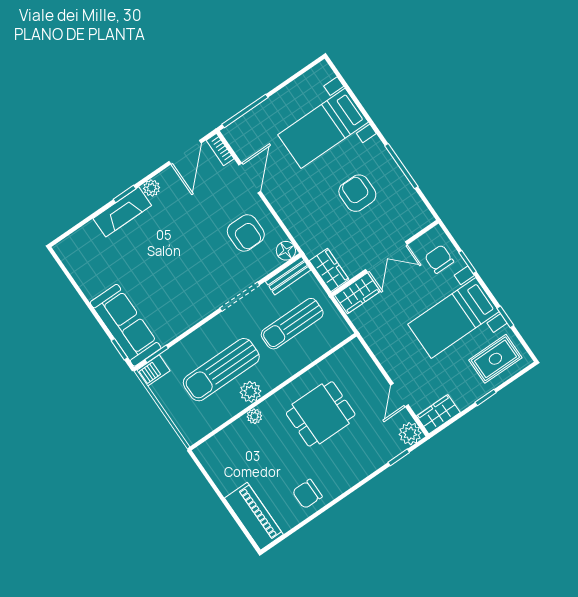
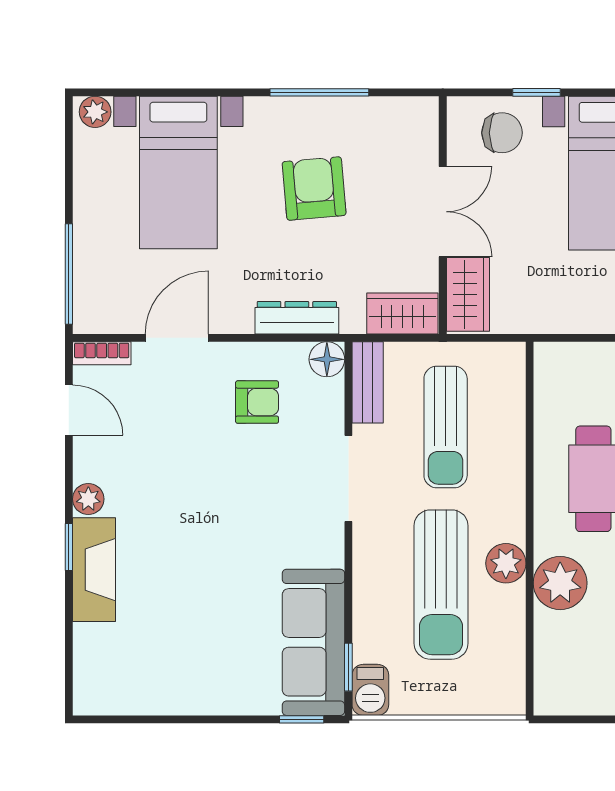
plant: (325, 73) -> (95, 112), added
door: (185, 152) -> (69, 410), width x0.73
door: (250, 178) -> (177, 338), hinge flipped
armchair: (357, 193) -> (314, 189), turned 85
dresser: (295, 225) -> (297, 318), added
armchair: (246, 233) -> (257, 402), width x0.72, depth x0.72
chair: (439, 259) -> (502, 133), turned 180
sofa: (126, 325) -> (313, 642), moved, turned -90
plant: (254, 416) -> (560, 583), width x1.88, depth x1.88

